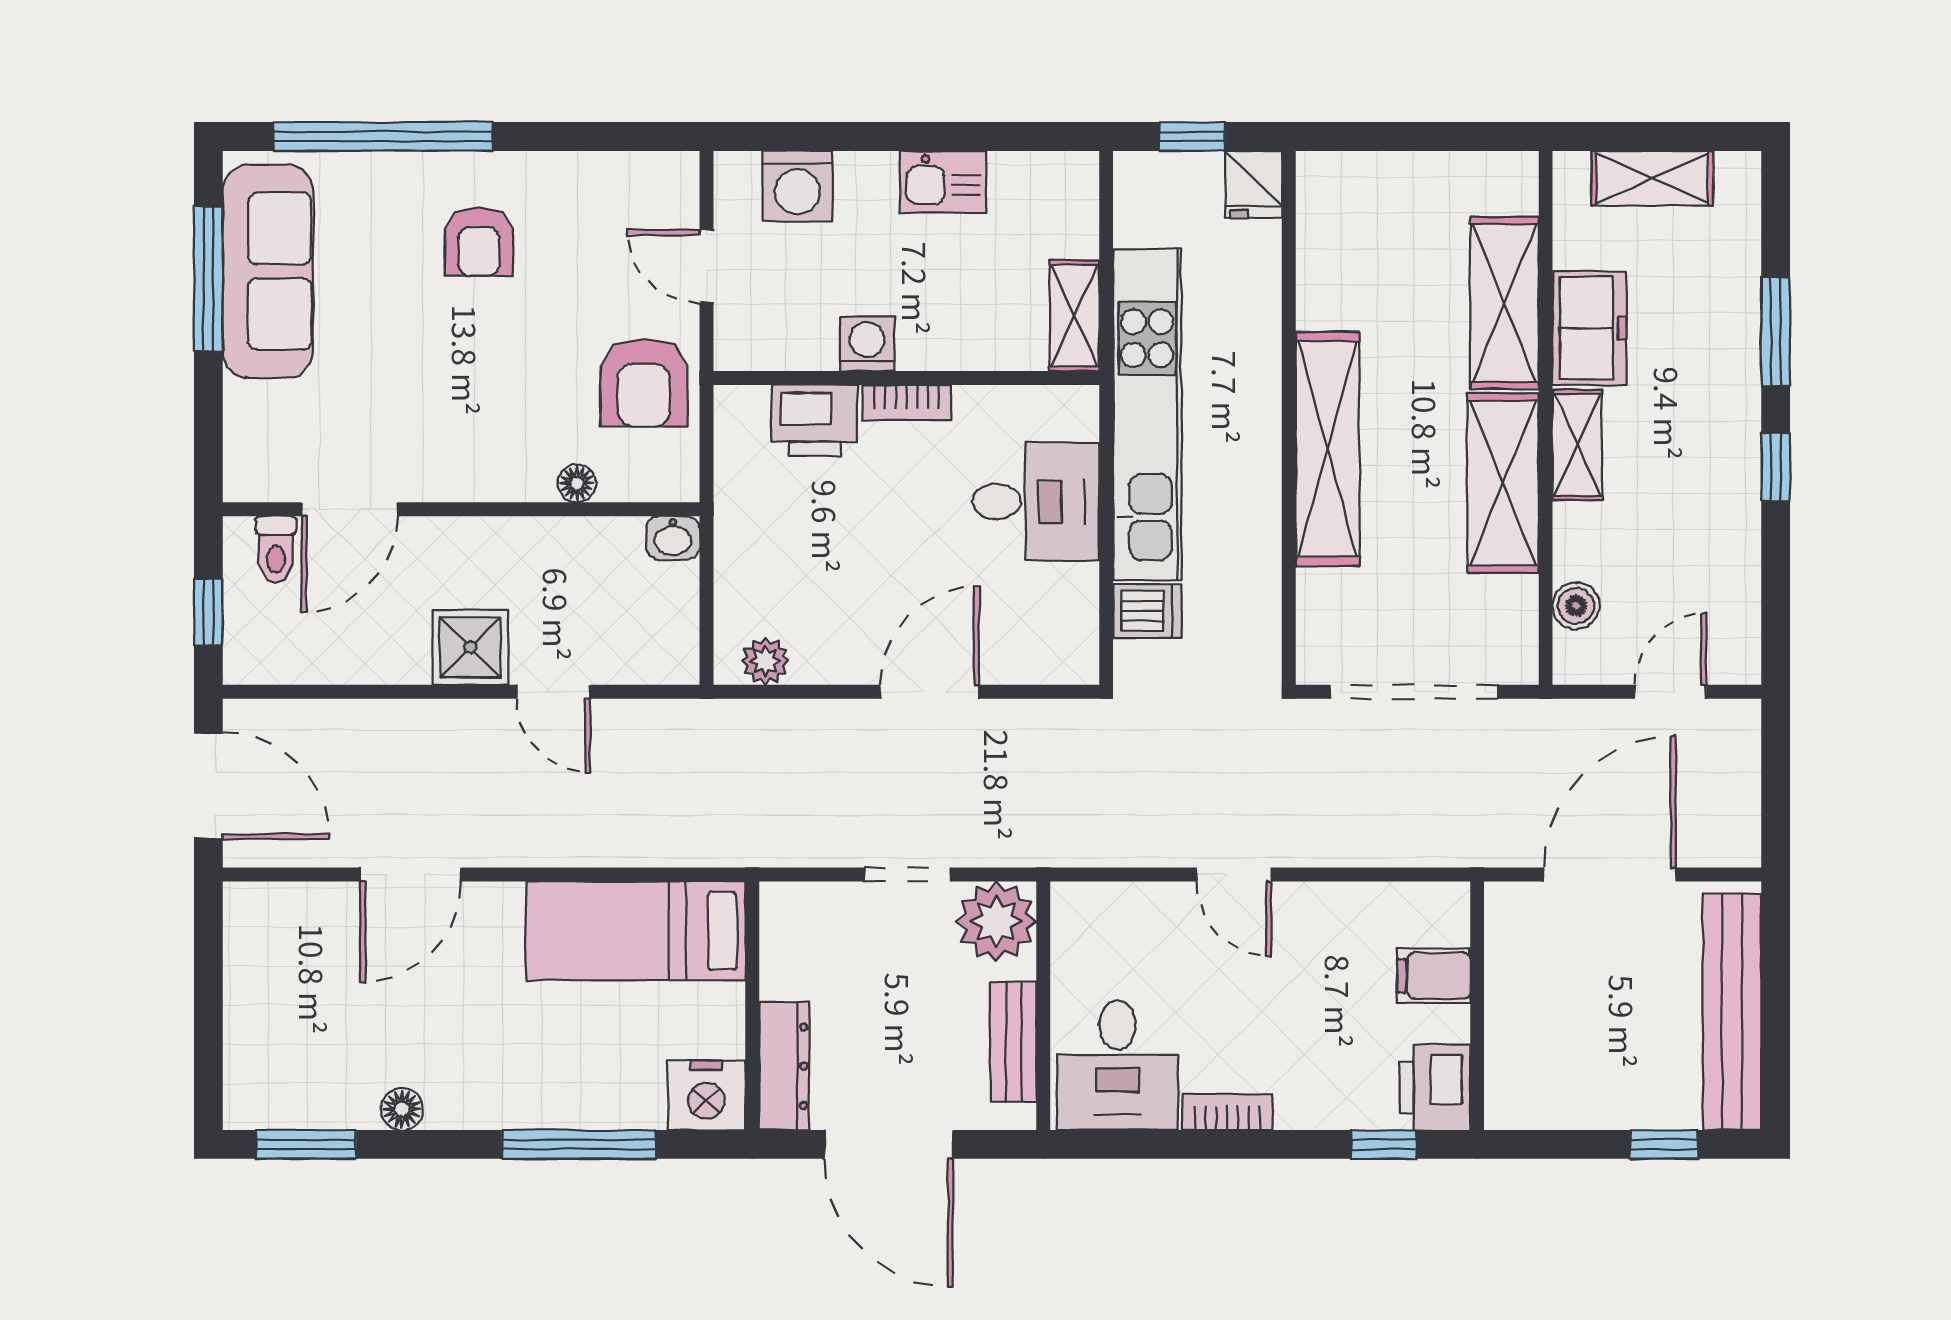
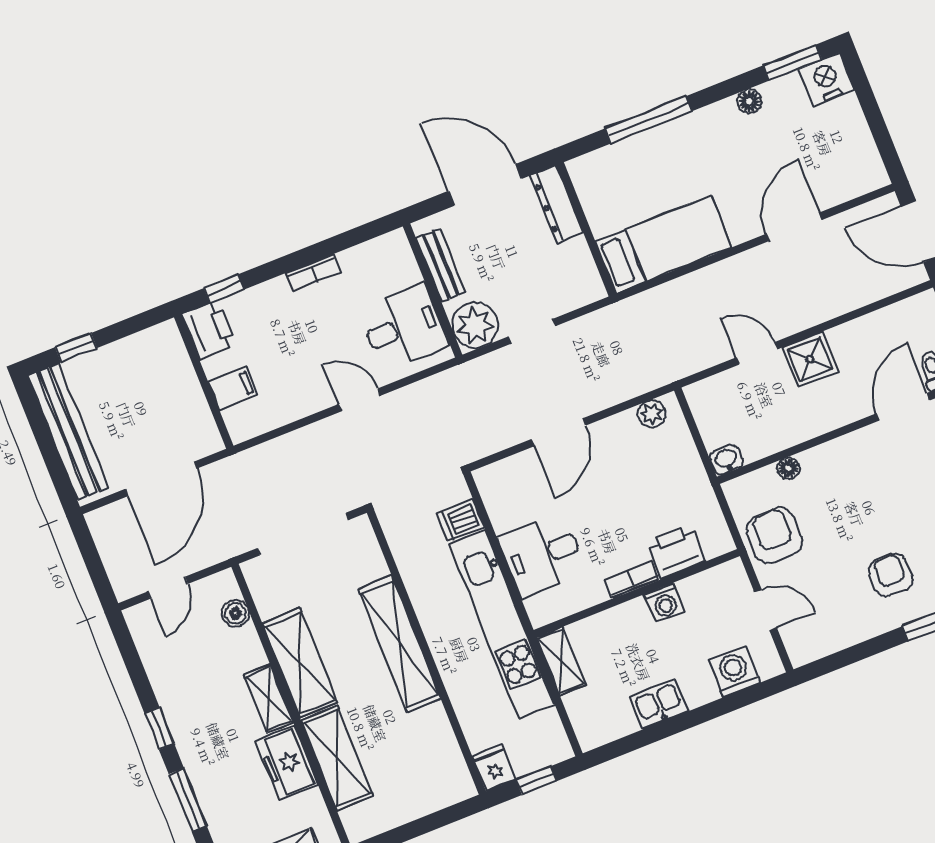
desk: (1118, 1065) -> (403, 327), moved, turned 90
nightstand: (706, 1095) -> (826, 79), moved

